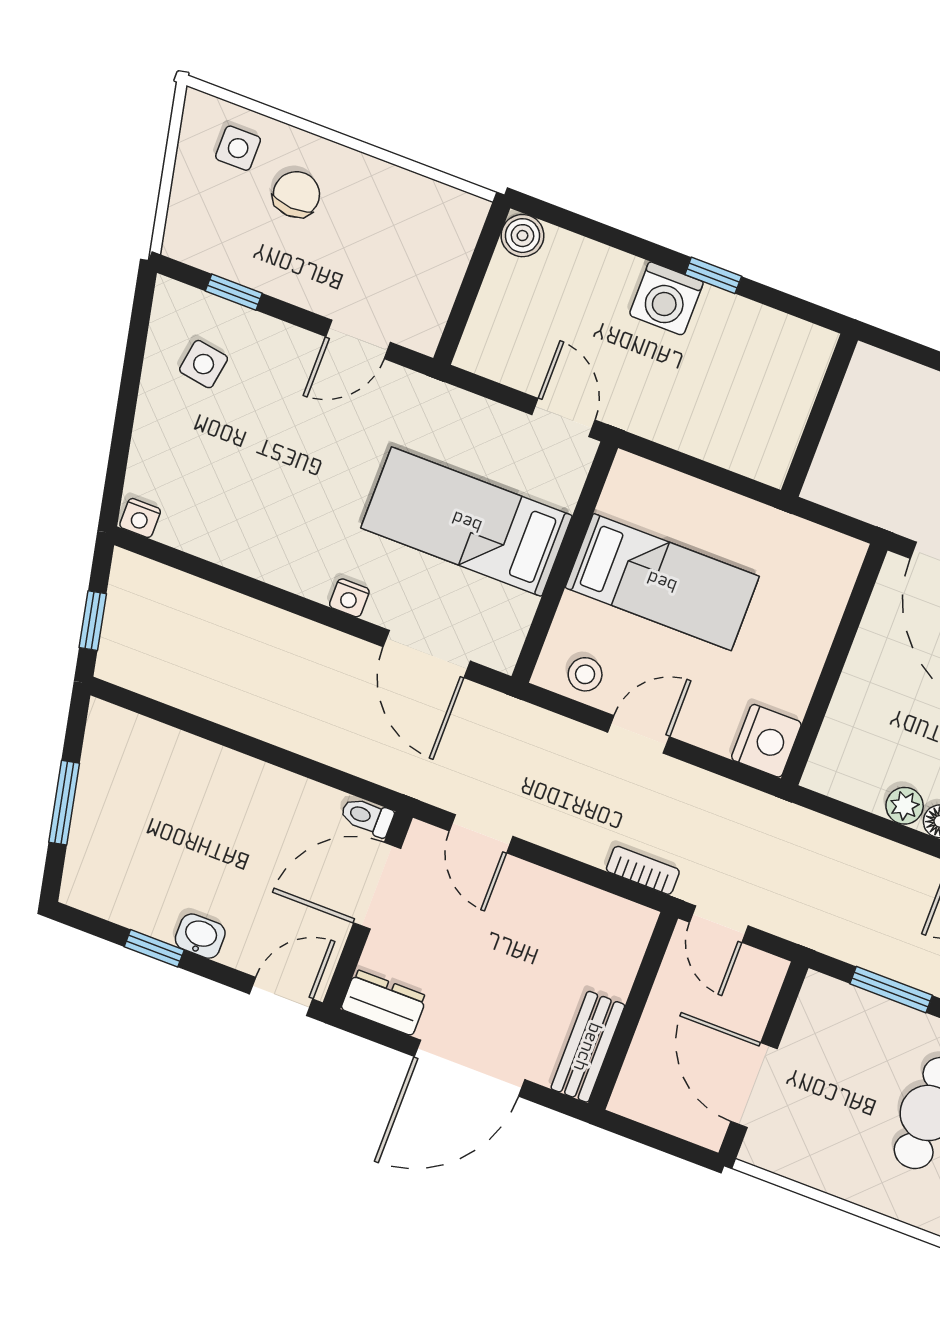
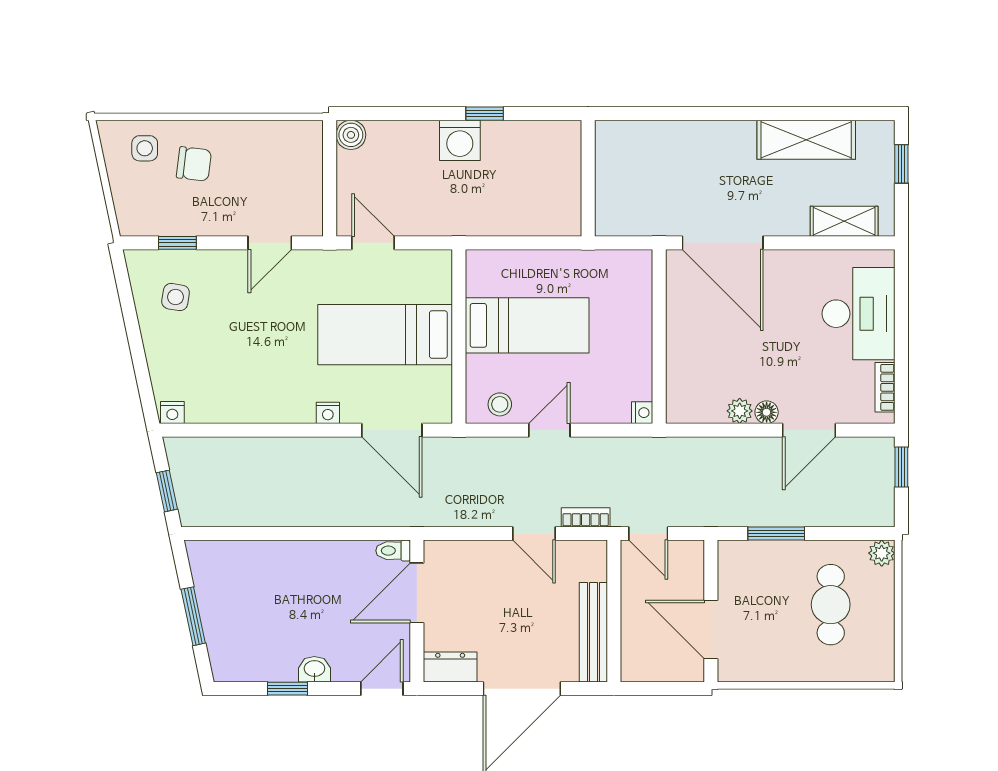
chair: (296, 194) -> (194, 164), turned 94
door: (564, 417) -> (373, 243), moved
nightstand: (766, 741) -> (642, 413), width x0.53, depth x0.56
door: (481, 834) -> (534, 534), moved
bench: (588, 1047) -> (593, 632), width x1.36

